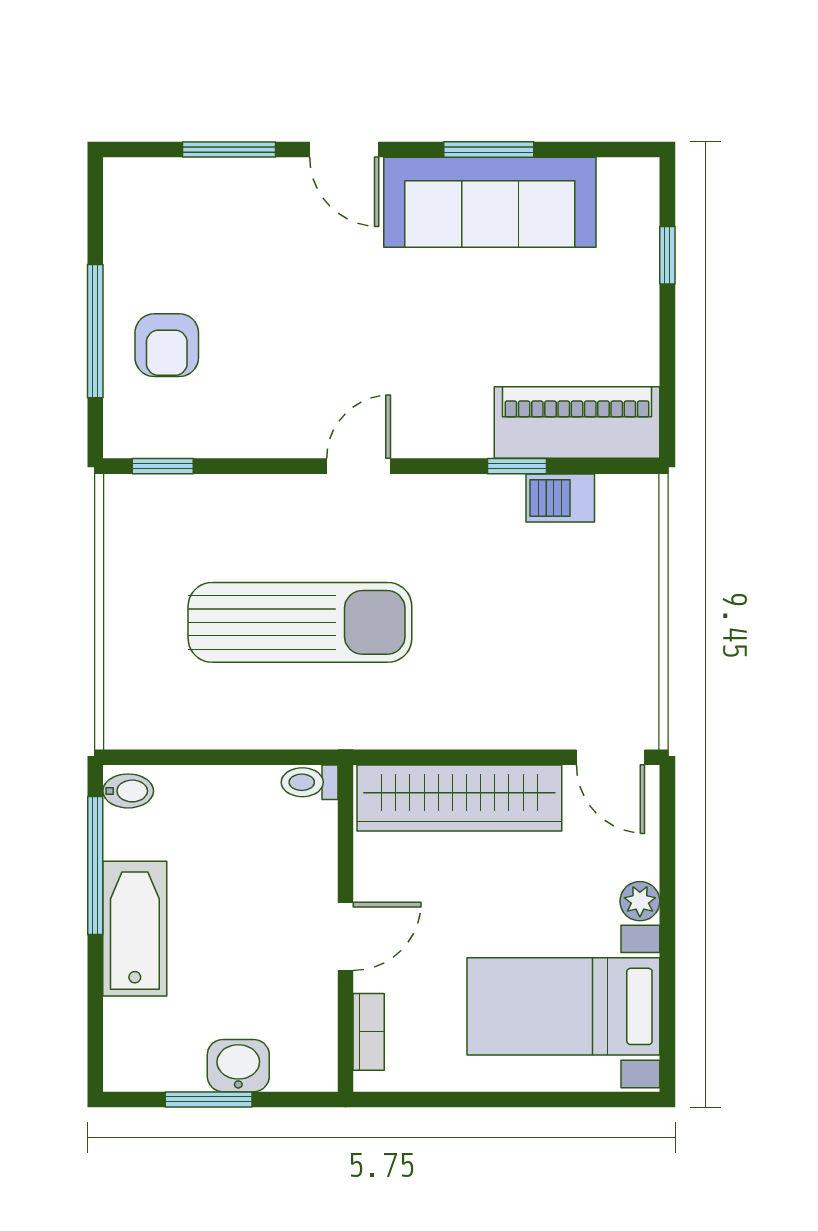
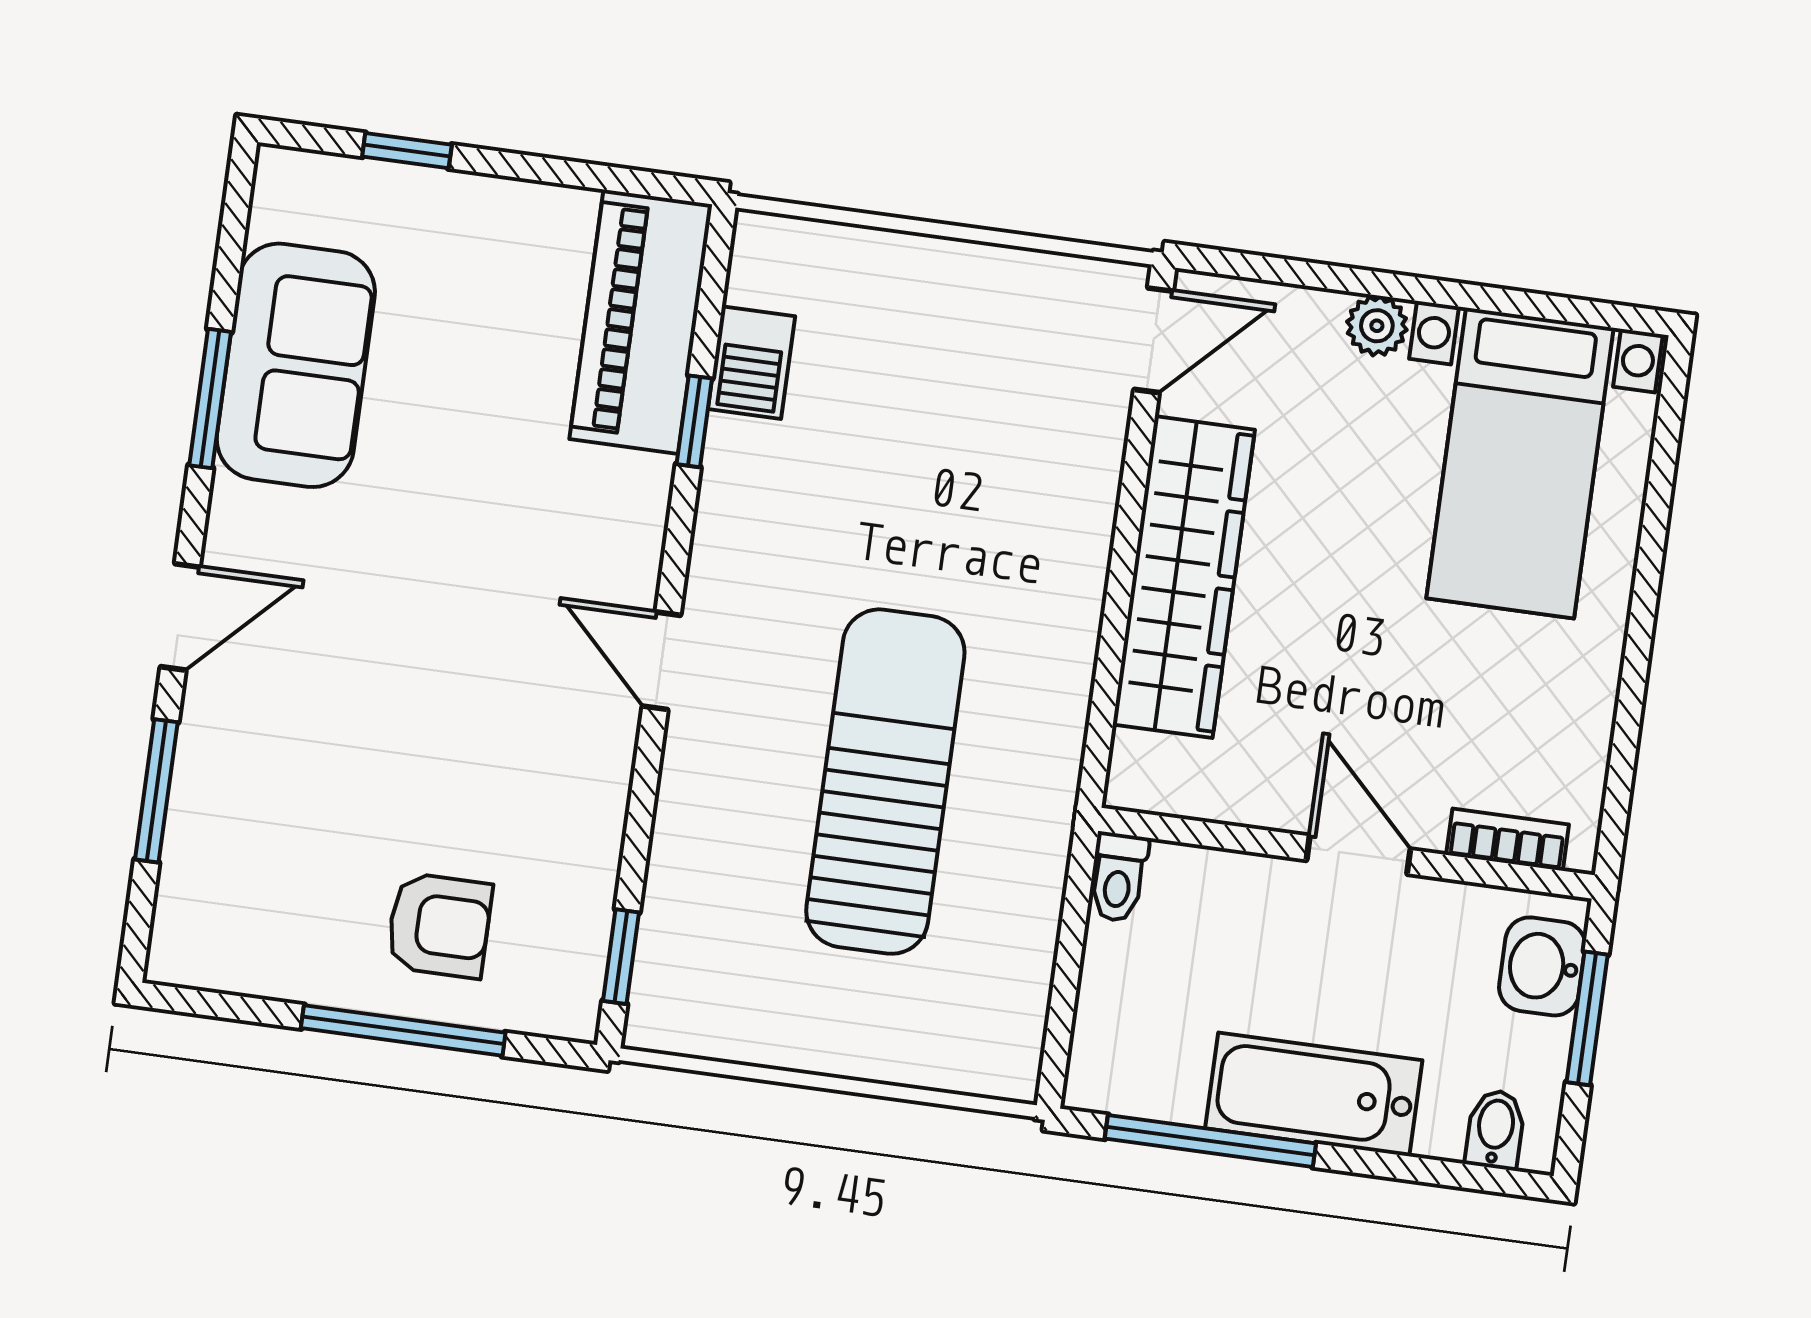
sofa: (490, 202) -> (296, 365), width x0.73
toilet: (310, 782) -> (1118, 877), moved
bidet: (128, 791) -> (1495, 1129), moved
wall: (346, 928) -> (1346, 853), moved
door: (346, 936) -> (1358, 855), moved
bookcase: (369, 1032) -> (1508, 840), moved

